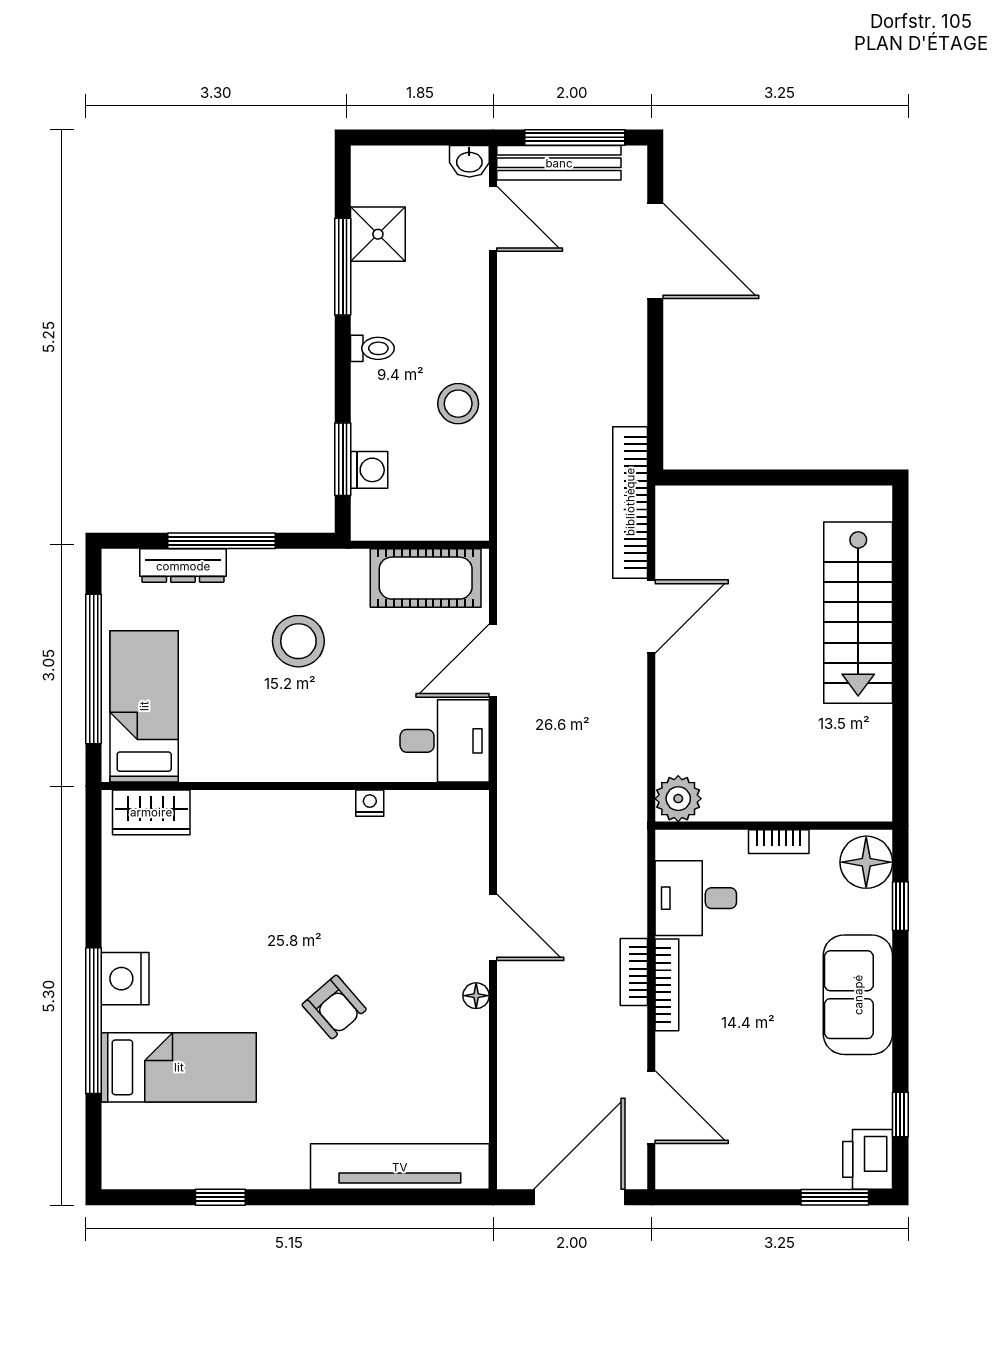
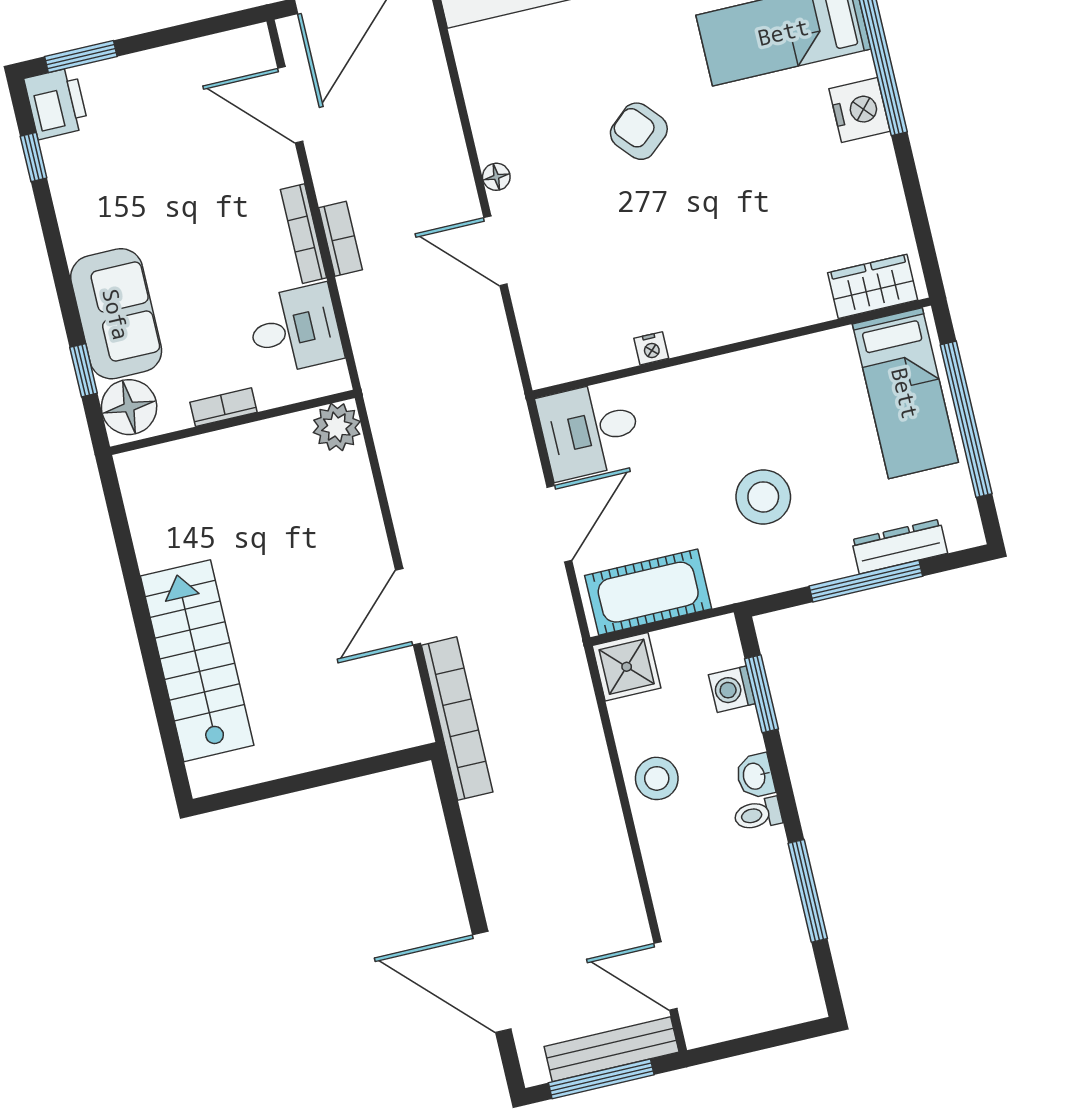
washbasin: (469, 161) -> (755, 776), moved, turned -90
shower: (378, 234) -> (627, 667), moved
sofa: (858, 995) -> (116, 314), moved

